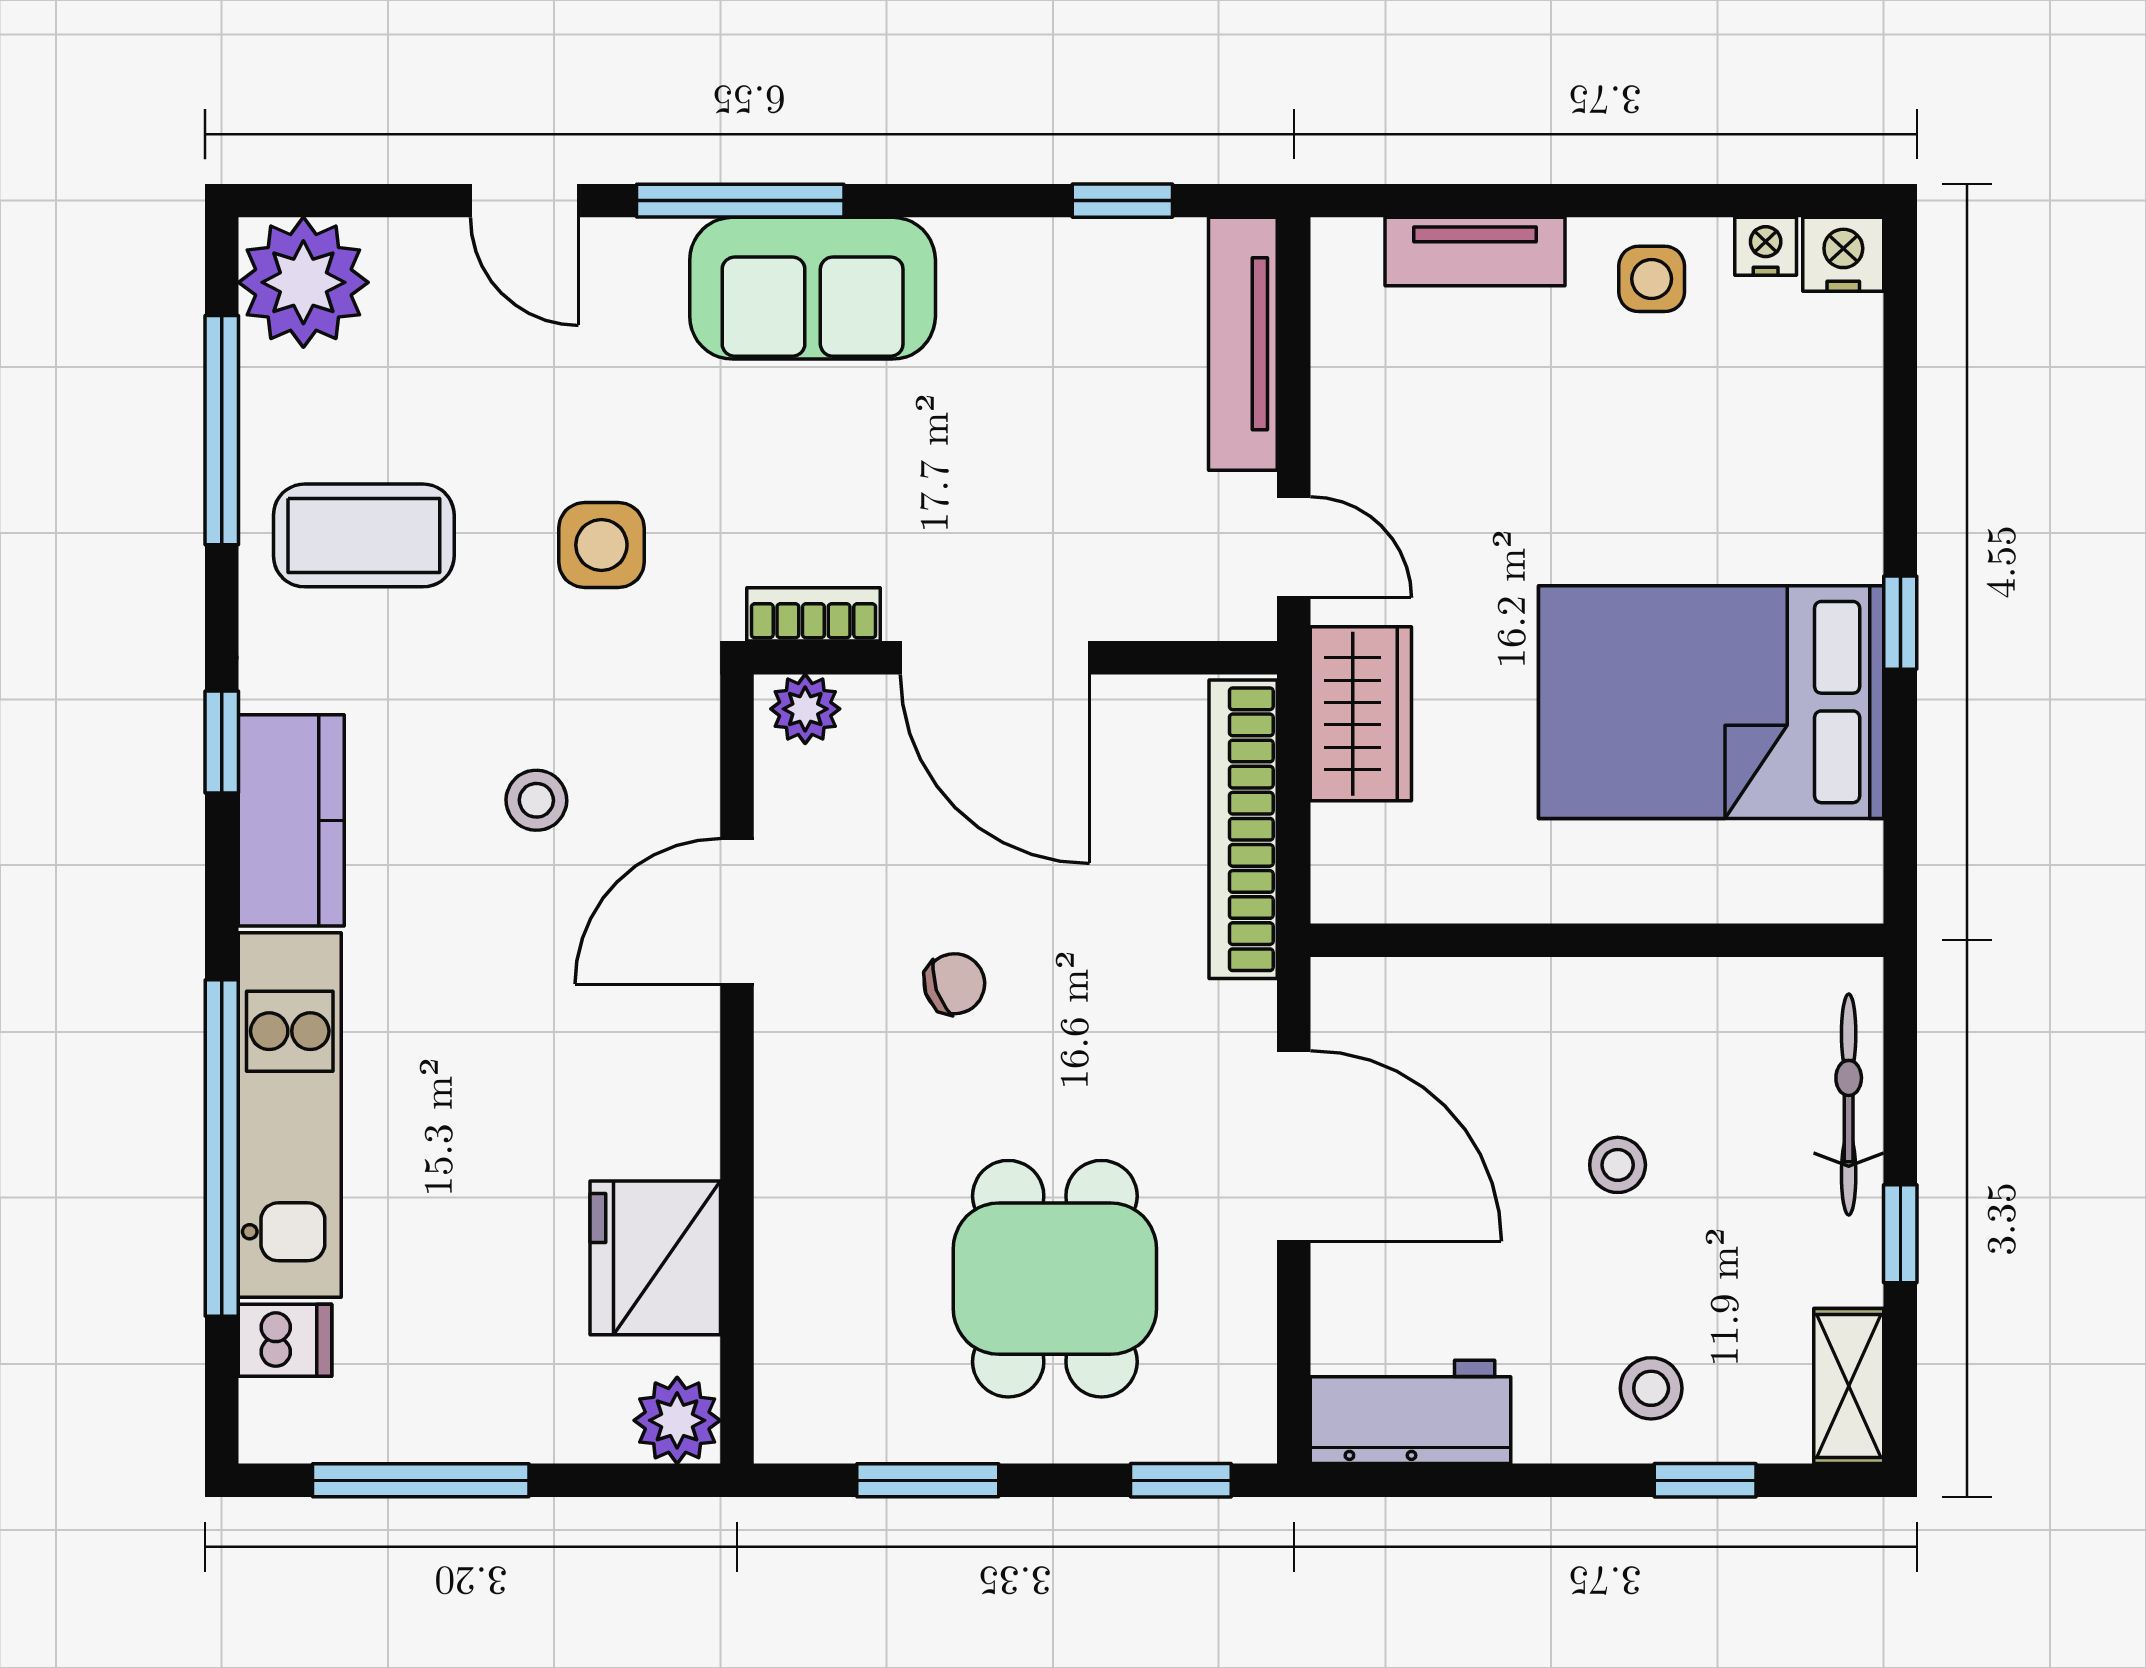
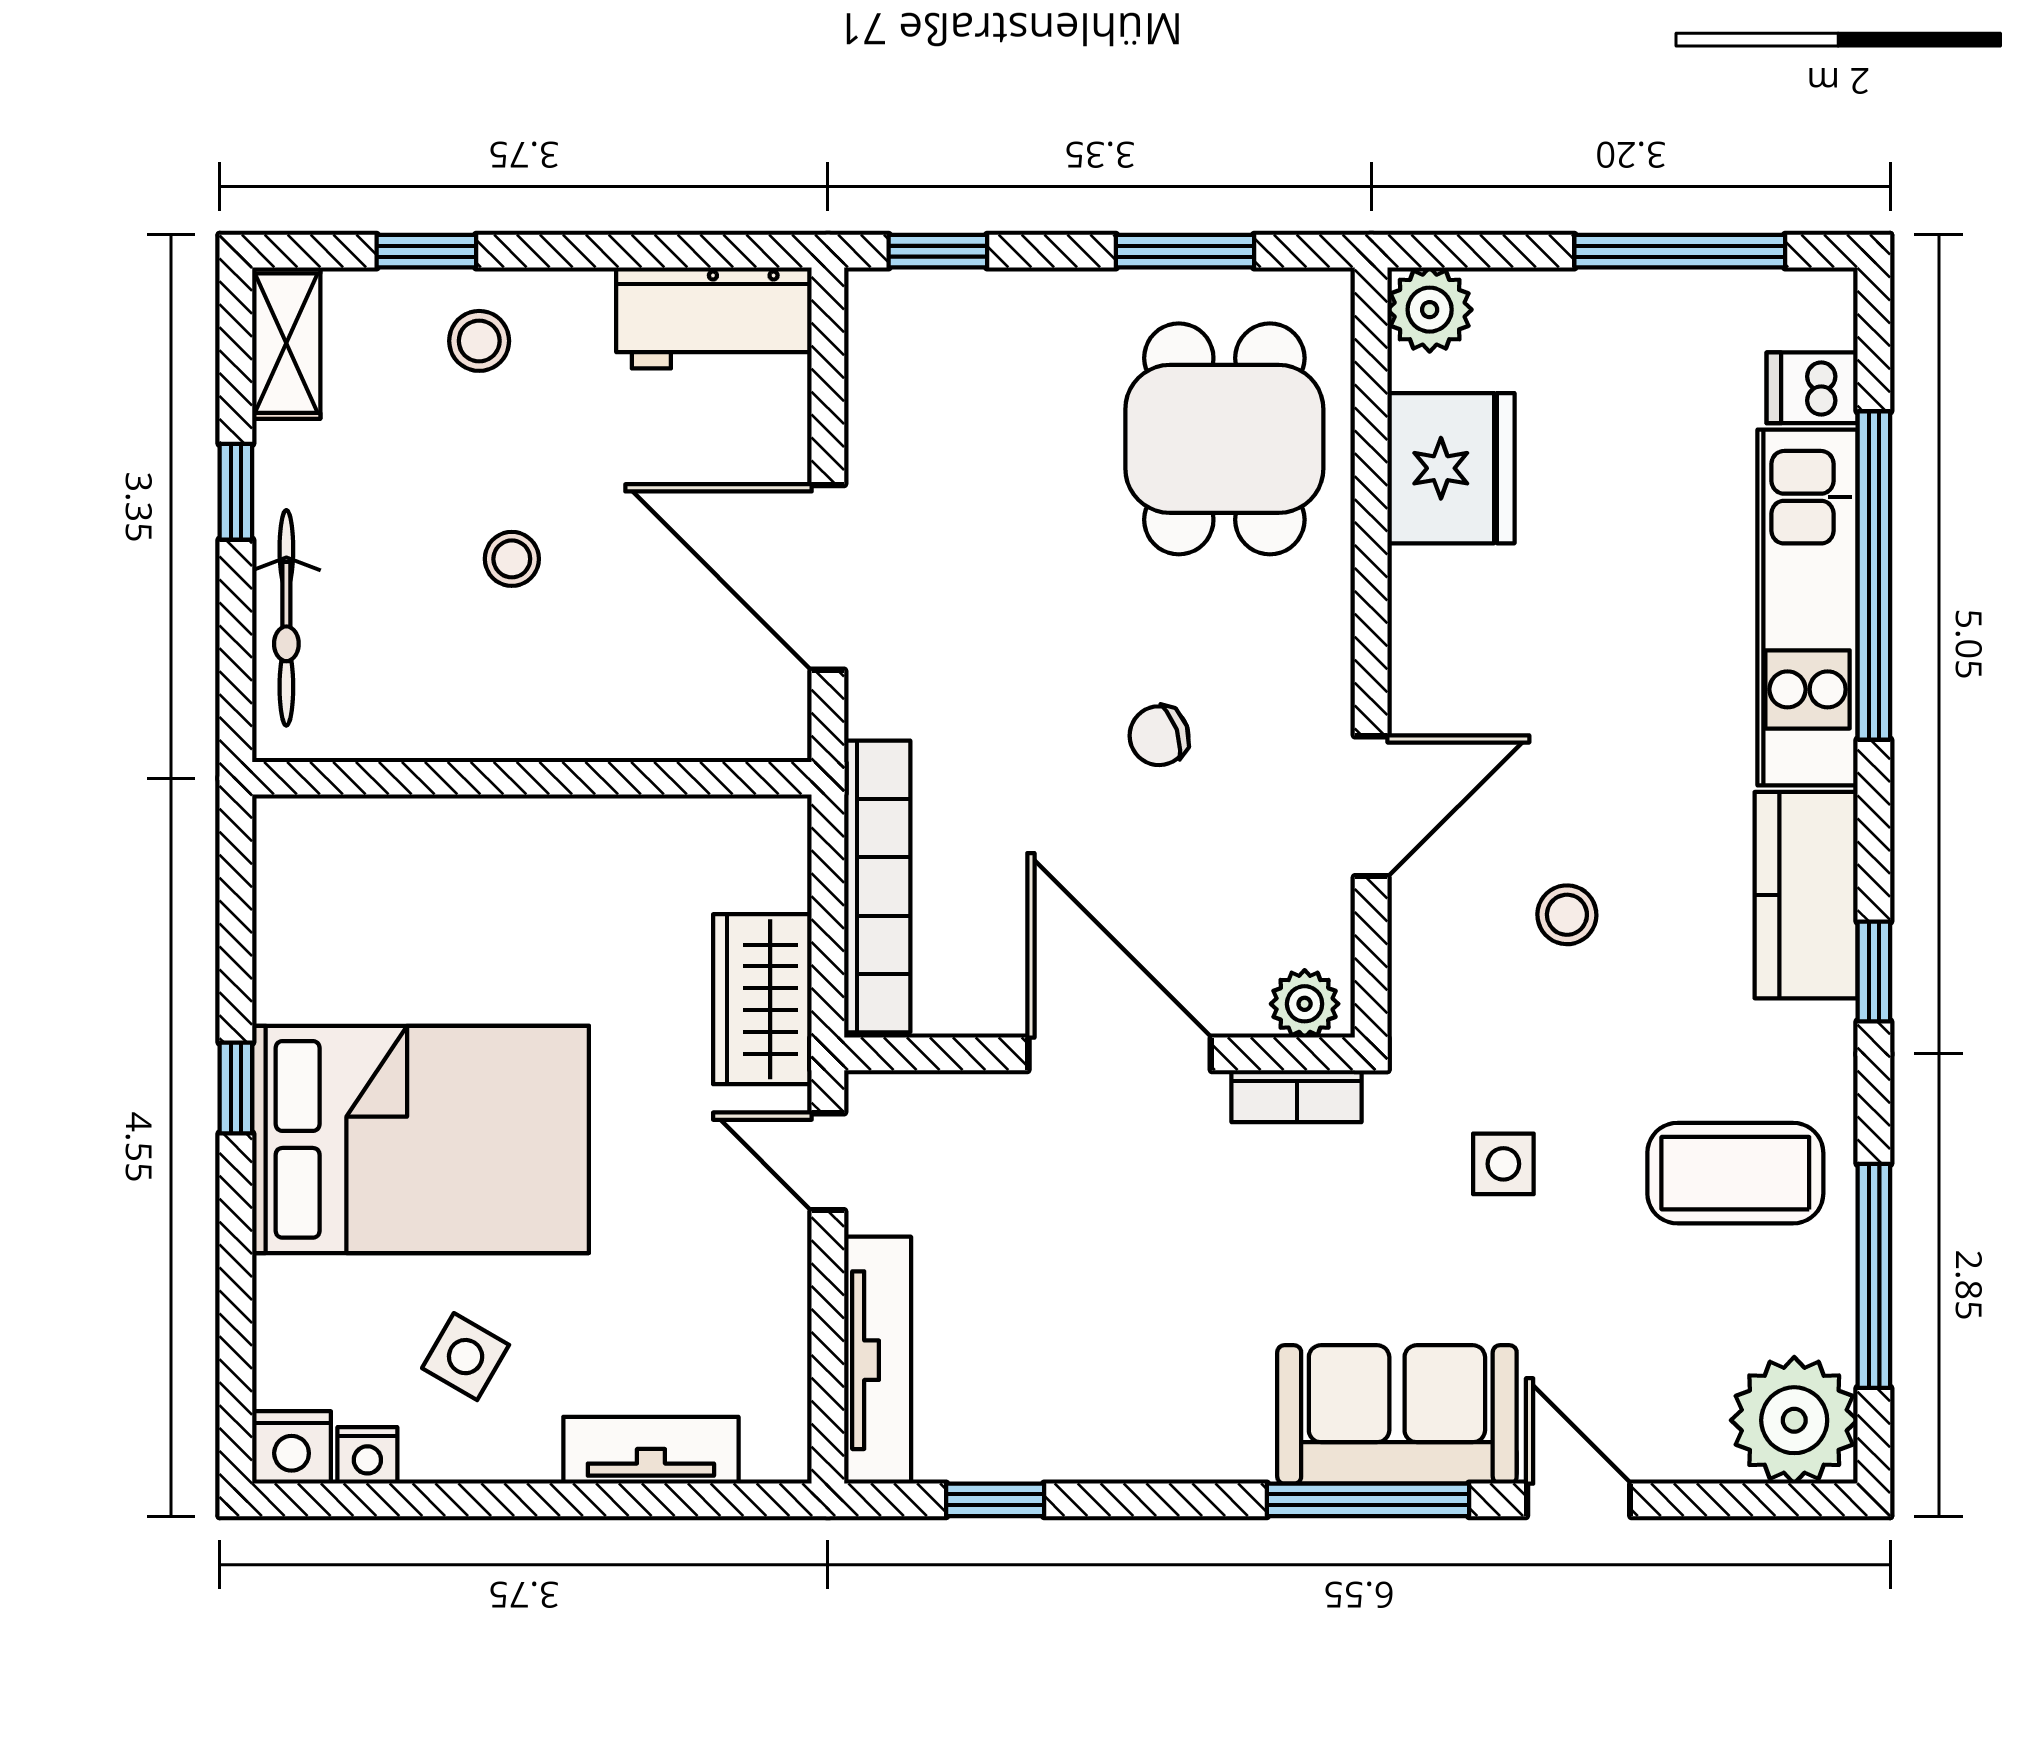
side table: (1652, 279) -> (466, 1357), moved, turned 30
sofa: (813, 288) -> (1397, 1414), moved
side table: (601, 545) -> (1503, 1164), width x0.73, depth x0.73
bed: (1711, 702) -> (421, 1139), moved
dining table: (1055, 1279) -> (1224, 439), moved

